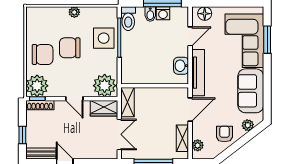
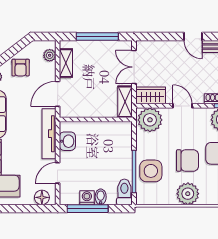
plant: (74, 12) -> (188, 194), width x1.88, depth x1.88

